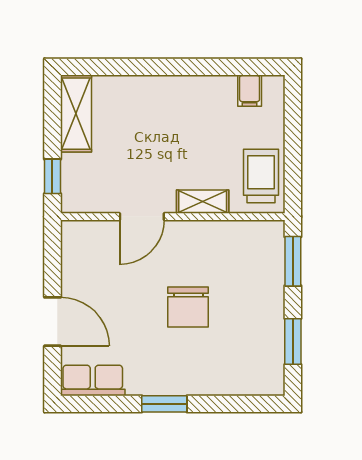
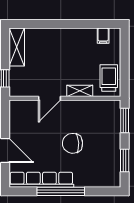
chair: (188, 307) -> (73, 143), turned 87
row of seats: (93, 380) -> (41, 180), width x2.02
window: (164, 404) -> (61, 191), width x2.11

